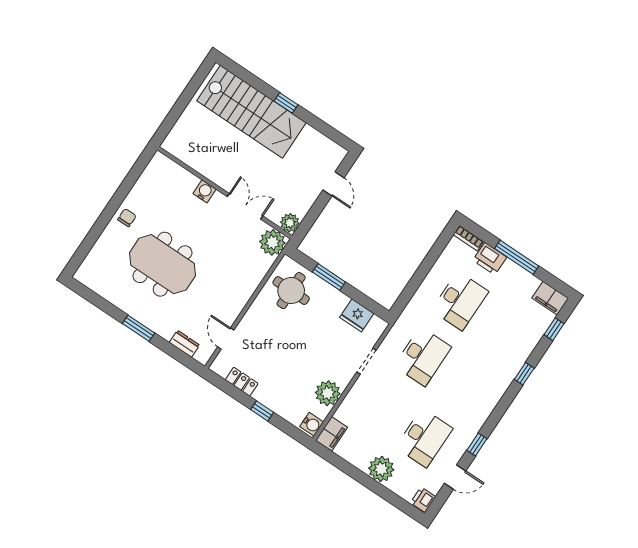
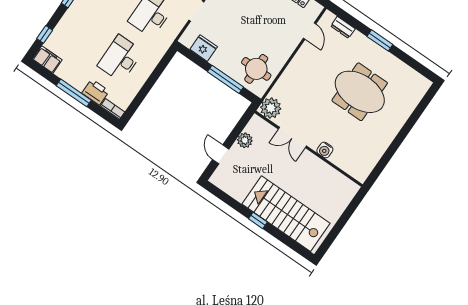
chair: (127, 218) -> (388, 130), removed
plant: (290, 223) -> (245, 140), moved
window: (329, 277) -> (226, 79), width x1.44

